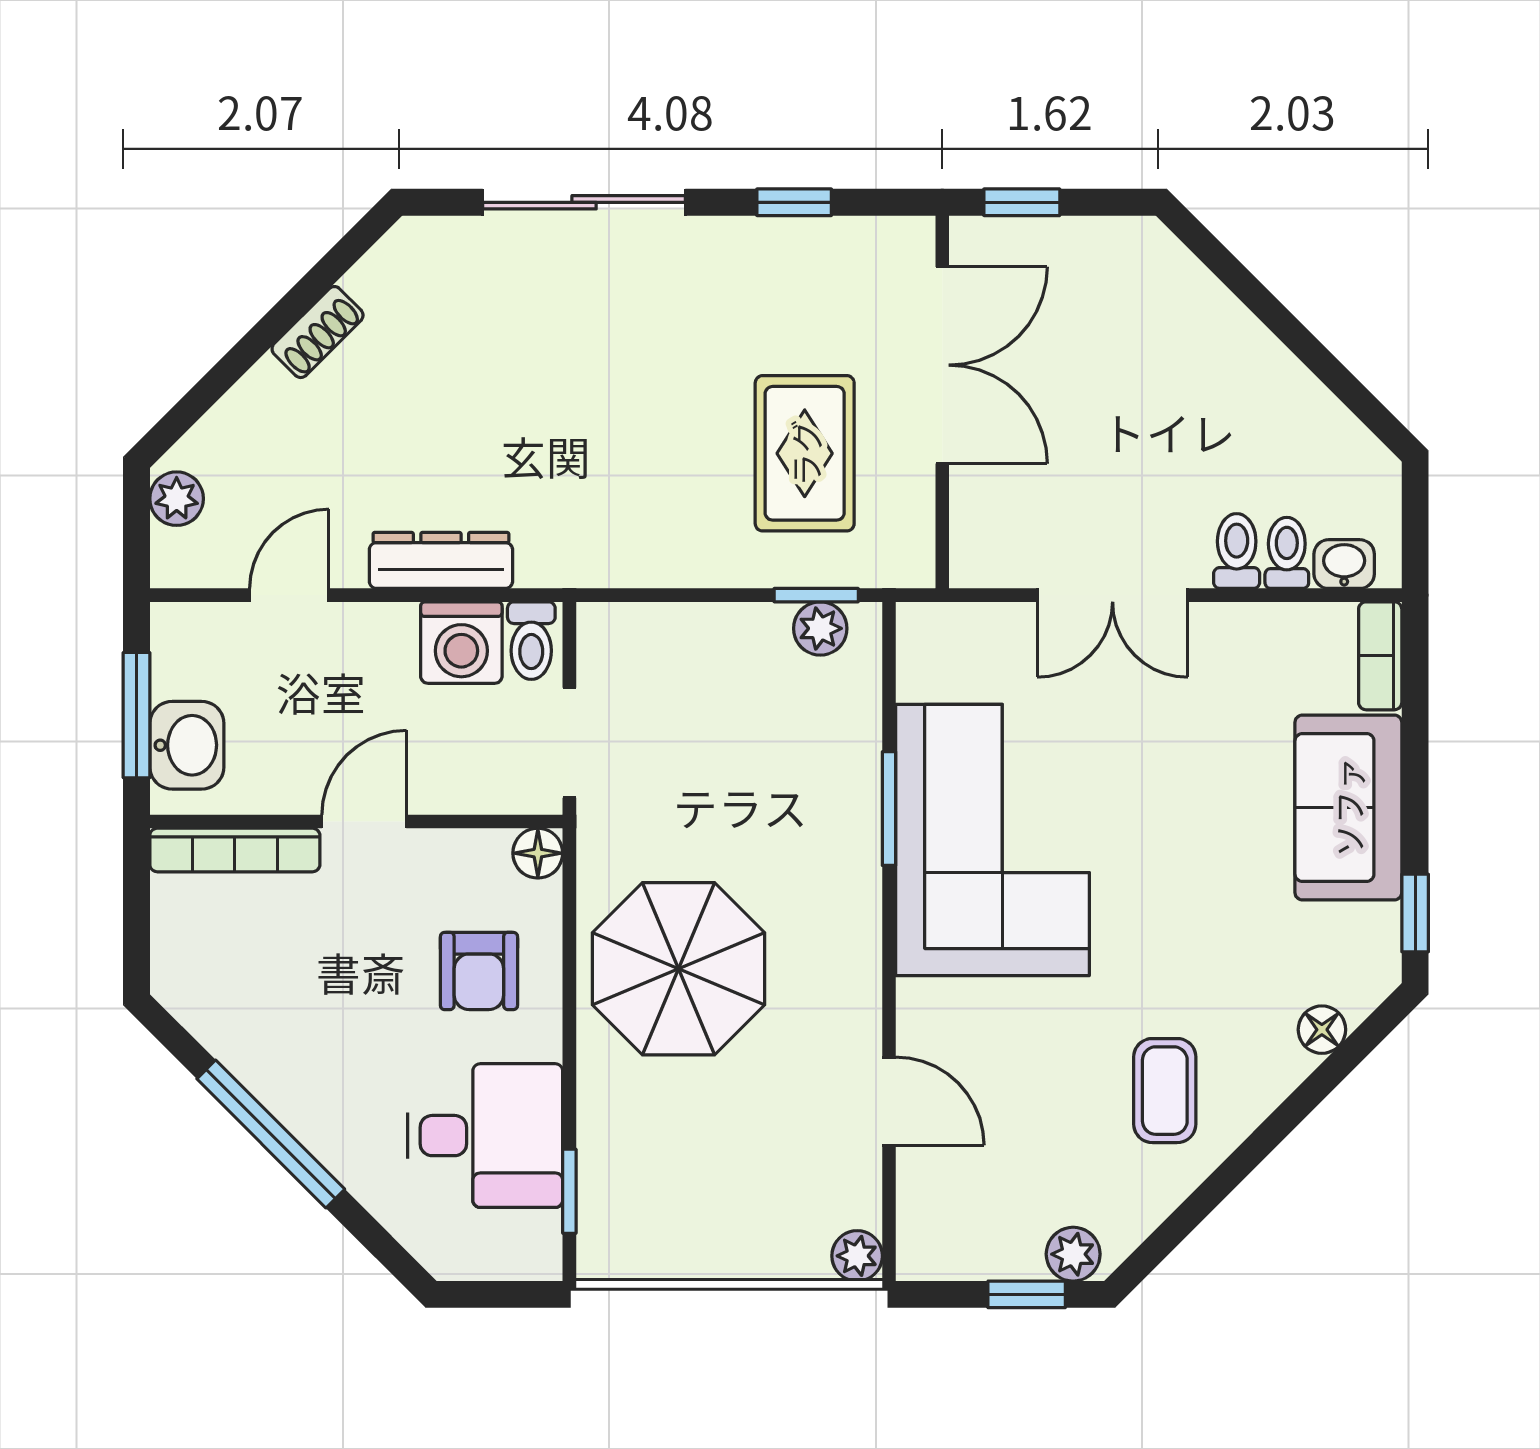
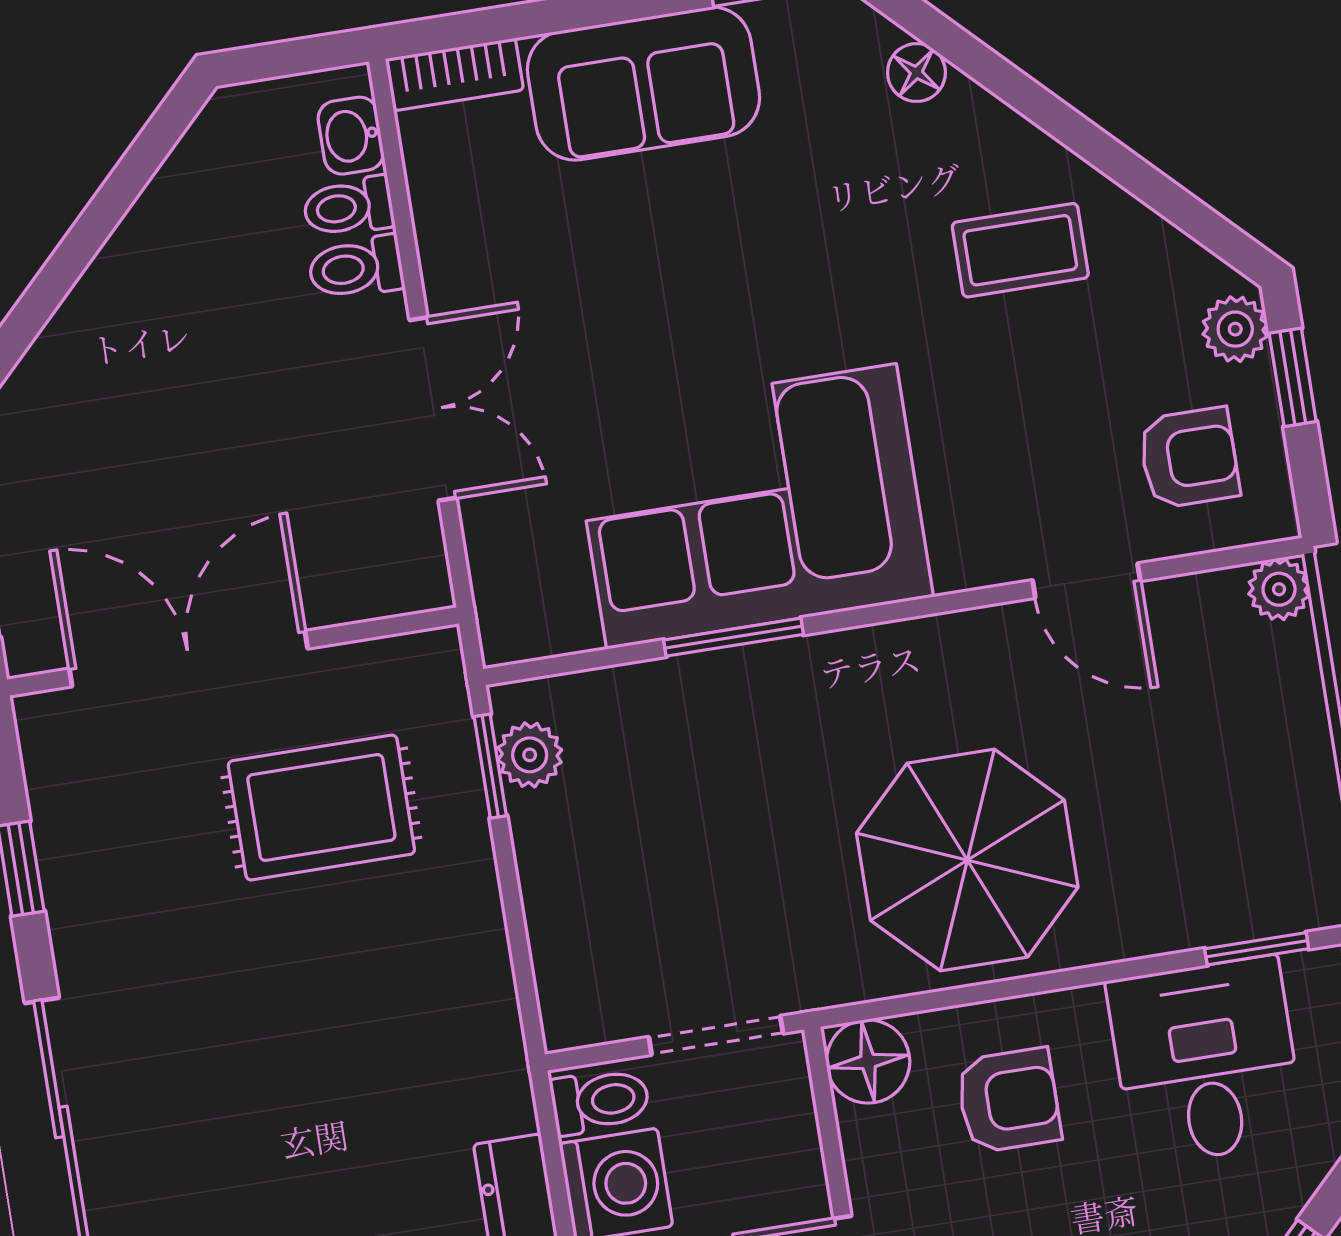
floor lamp: (538, 853) -> (868, 1061), width x1.37, depth x1.37
door: (889, 1101) -> (1086, 581), swing flipped
armchair: (975, 1200) -> (1189, 458), added

